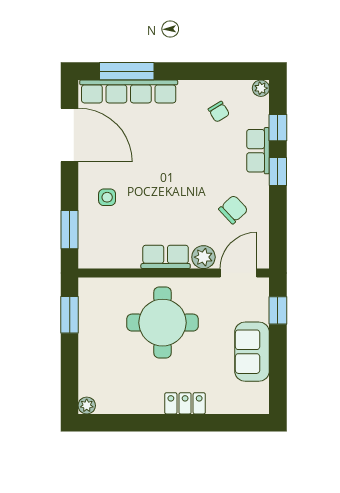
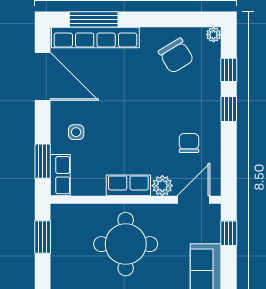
chair: (219, 112) -> (176, 56), width x1.87, depth x1.87
row of seats: (258, 151) -> (60, 175), moved, turned 180
chair: (233, 209) -> (189, 143), turned -47

